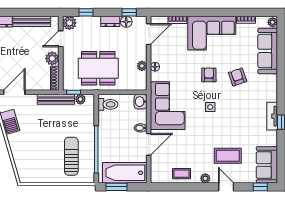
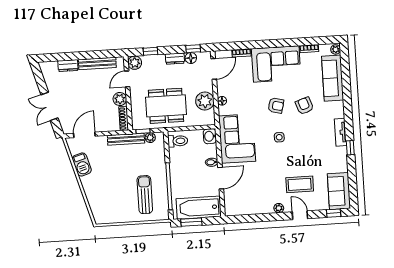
plant: (142, 66) -> (205, 101), width x1.87, depth x1.87
armchair: (209, 75) -> (276, 106), turned 104
tv unit: (272, 116) -> (340, 132), moved
coffee table: (182, 174) -> (255, 205), removed

